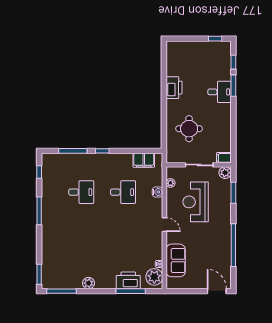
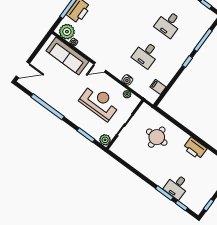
desk: (220, 92) -> (177, 186), moved
filing cabinet: (224, 158) -> (117, 147), removed
filing cabinet: (144, 160) -> (158, 87), width x0.50
sofa: (176, 260) -> (67, 56), width x1.36

